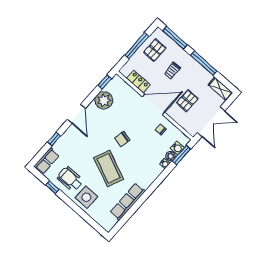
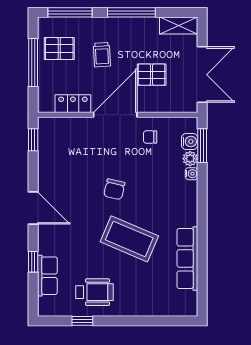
pallet: (155, 50) -> (59, 49), turned 90
plant: (104, 100) -> (52, 163), removed
pallet: (187, 101) -> (152, 75), turned 90
row of seats: (47, 161) -> (47, 276), moved
wheelchair: (70, 179) -> (95, 292), turned 180
side table: (86, 197) -> (133, 297), removed

